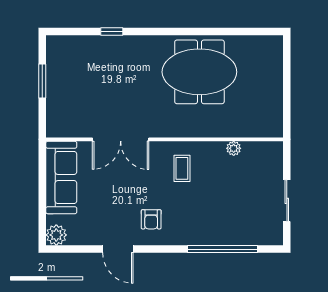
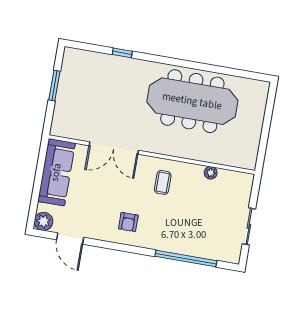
meeting table: (199, 72) -> (192, 101), width x1.36
door: (118, 249) -> (70, 239), moved

